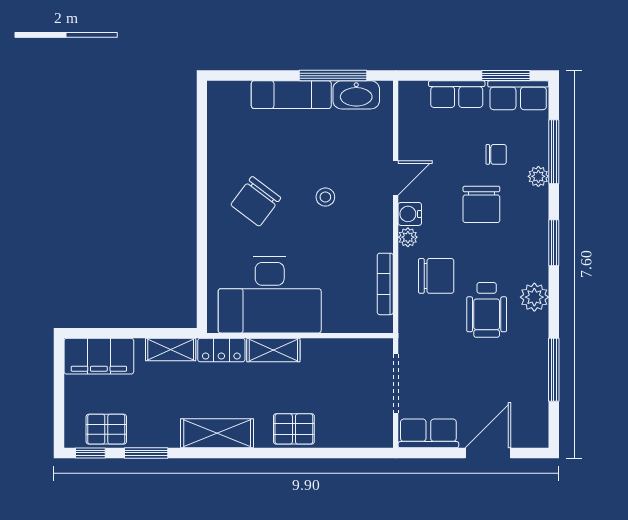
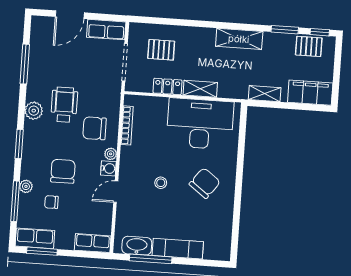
row of seats: (457, 94) -> (93, 243), moved
locker: (221, 350) -> (167, 86), moved
pallet: (294, 429) -> (161, 50), moved

